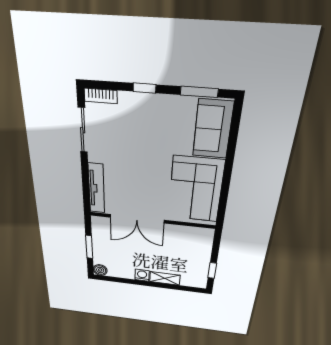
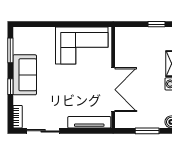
sofa: (213, 129) -> (25, 75), moved, turned -90

